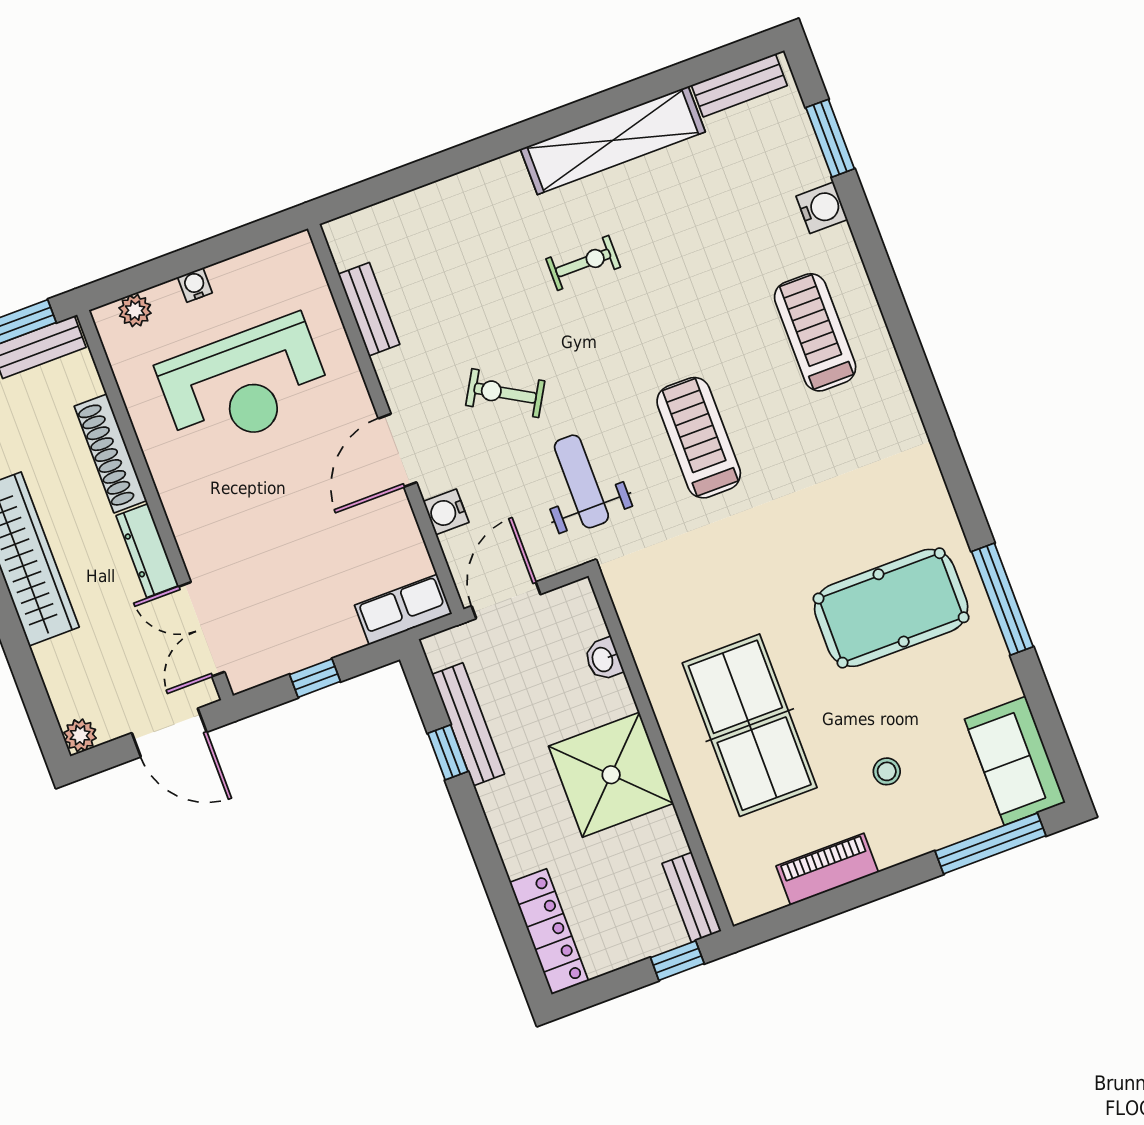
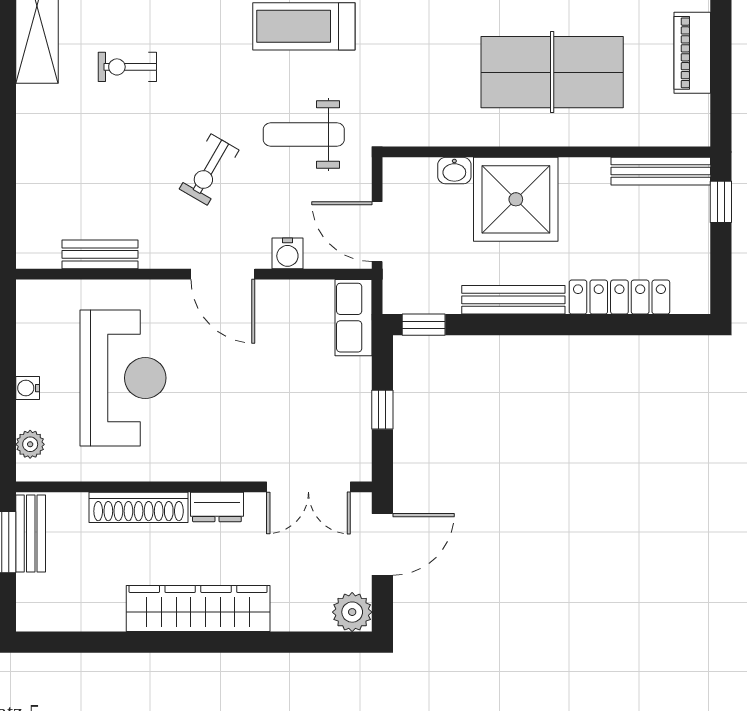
exercise bike: (583, 263) -> (127, 67), turned -90
dresser: (147, 551) -> (217, 507), width x0.70
bench: (468, 724) -> (513, 300), moved
plant: (80, 735) -> (352, 612), width x1.38, depth x1.38
window: (448, 752) -> (424, 325), moved
shower: (611, 775) -> (516, 199), moved
bench: (692, 897) -> (661, 171), width x1.36
locker: (549, 932) -> (619, 297), moved

